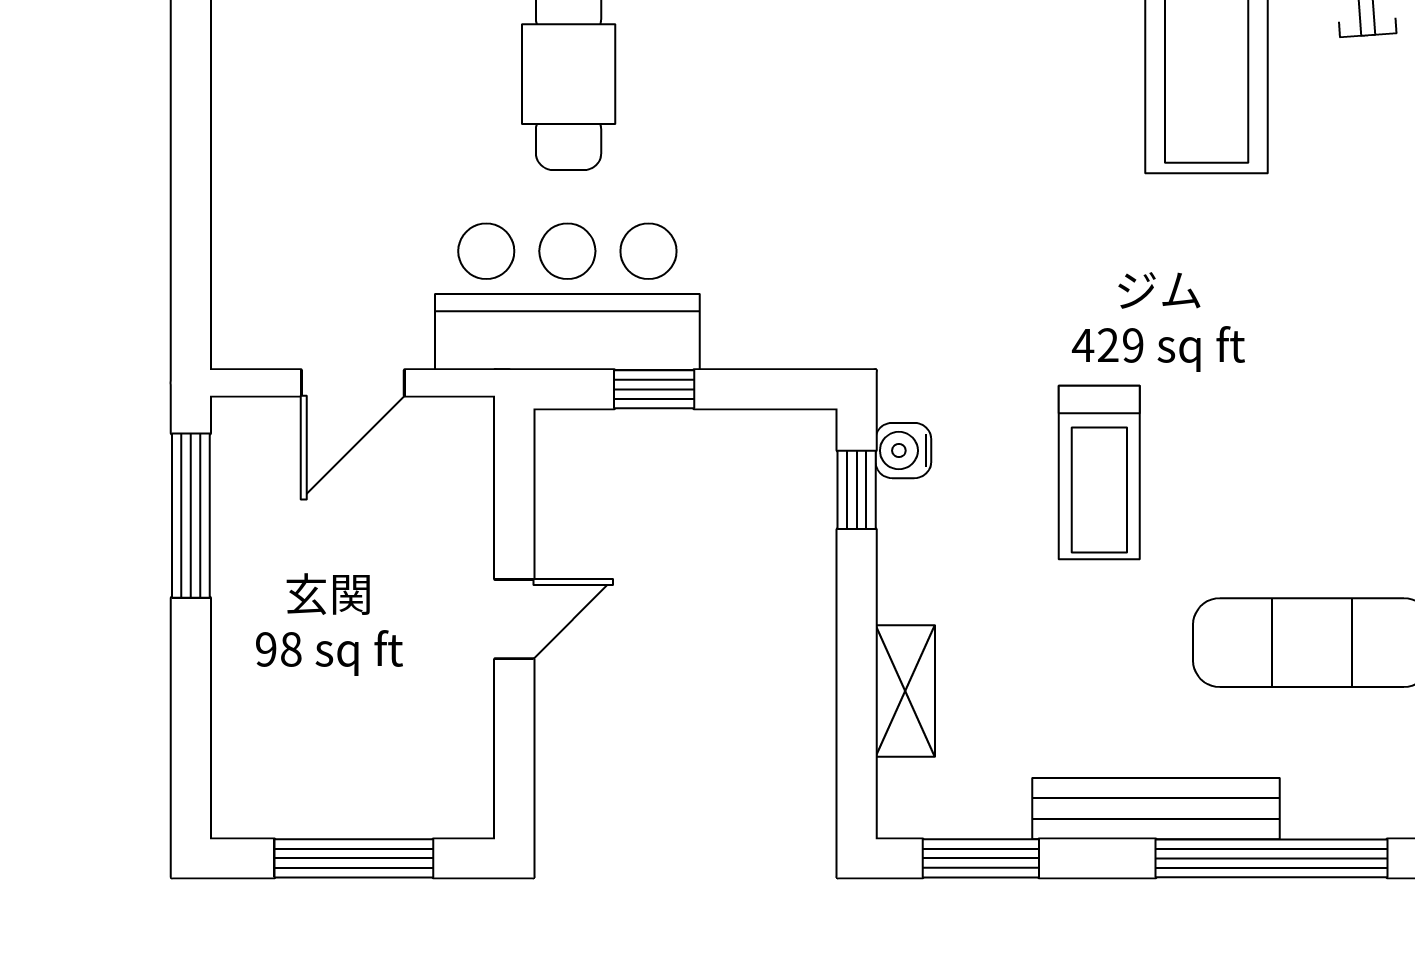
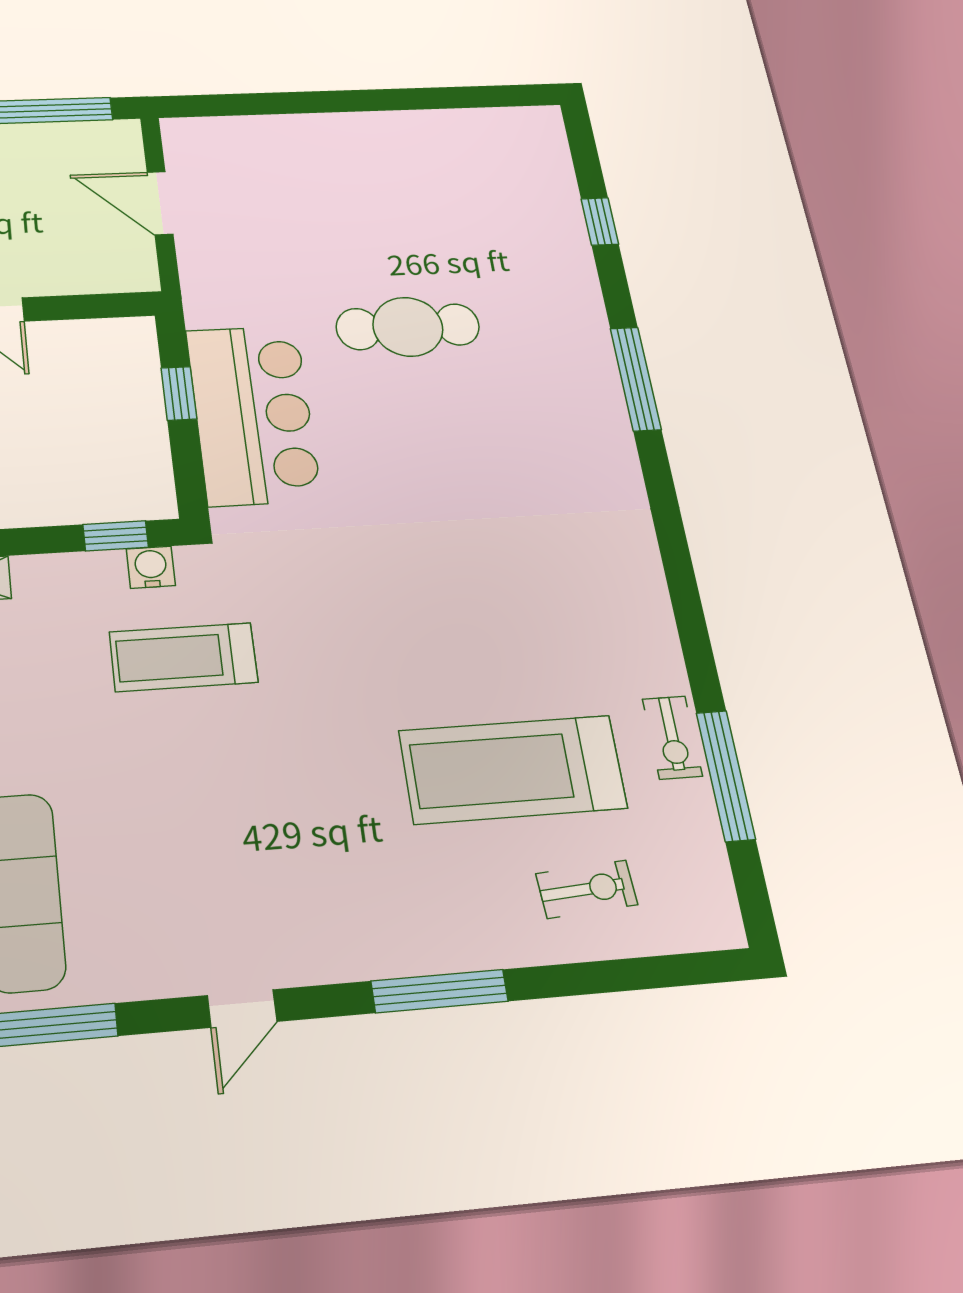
bar counter: (567, 297) -> (253, 414), moved
treadmill: (1099, 473) -> (184, 657), moved

